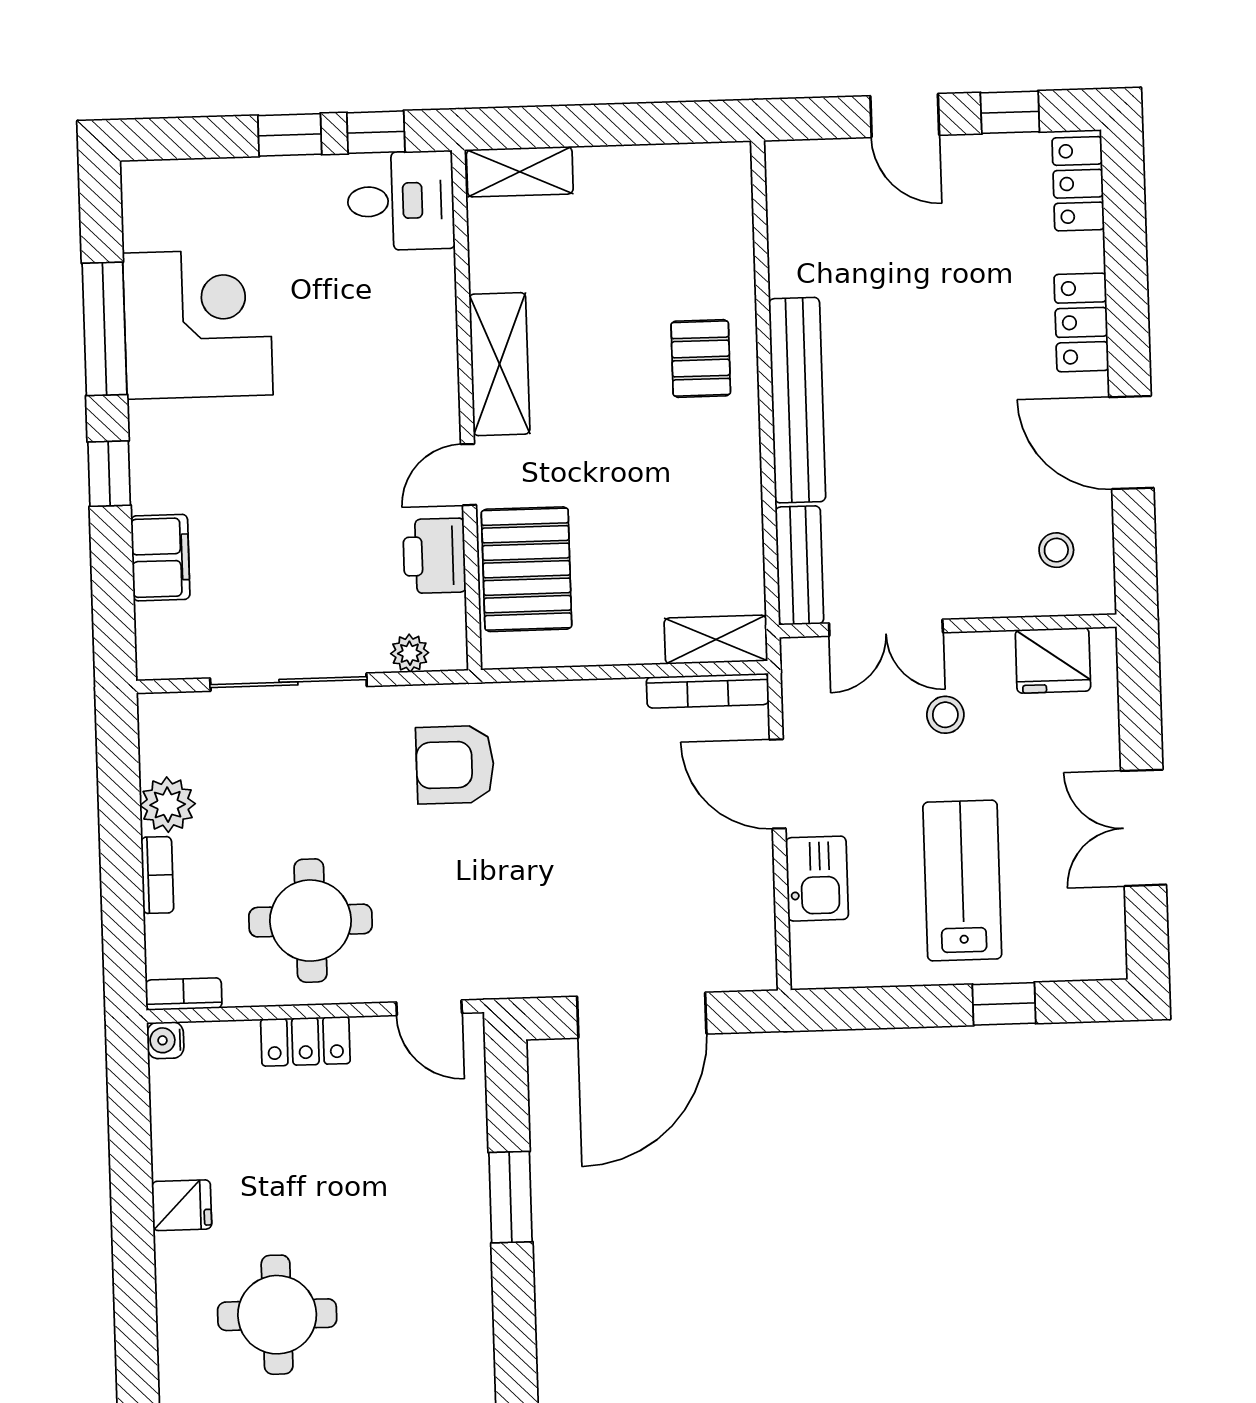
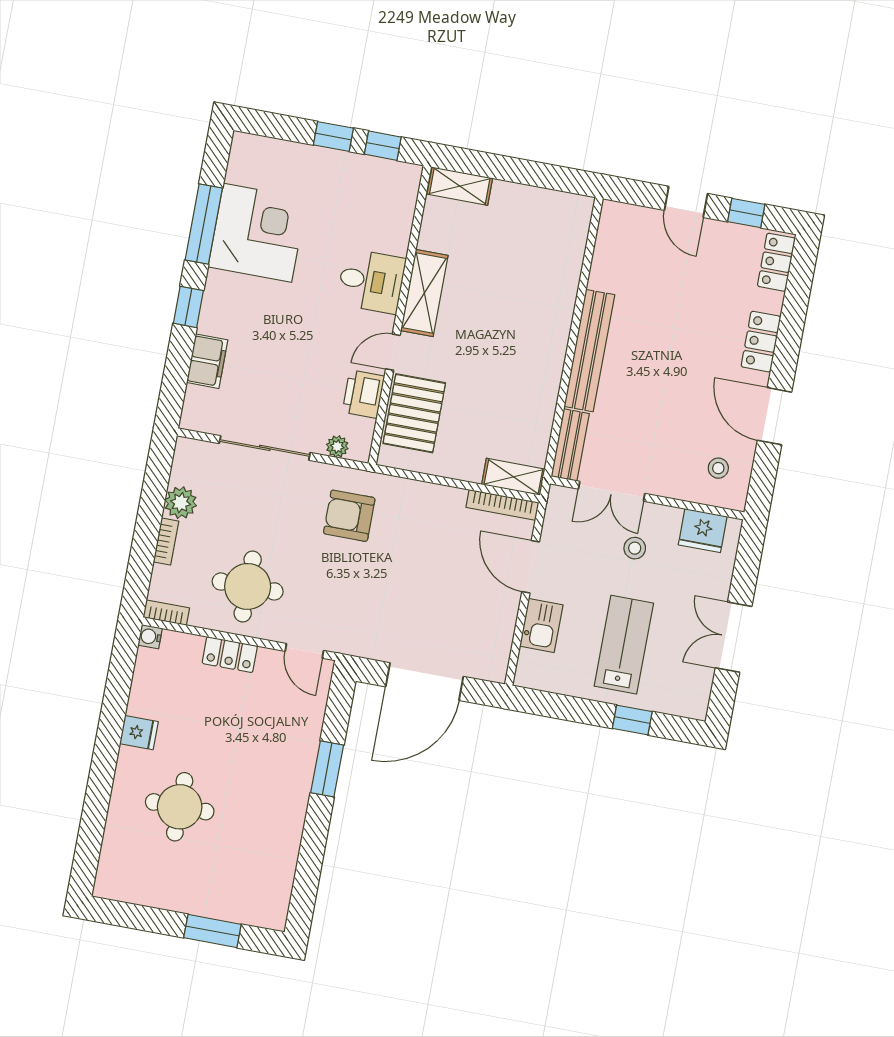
desk: (401, 201) -> (371, 281), moved
pallet: (701, 359) -> (540, 315), removed

